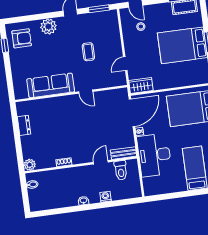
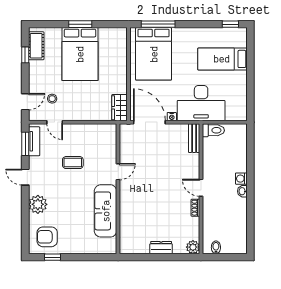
tv unit: (102, 16) -> (34, 141), added
armchair: (22, 38) -> (47, 237), turned -90
door: (125, 64) -> (55, 122), moved
dresser: (24, 125) -> (161, 248), moved
door: (101, 162) -> (201, 188), moved
toilet: (121, 170) -> (213, 130), moved
washing machine: (105, 197) -> (241, 179), moved

